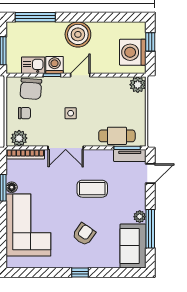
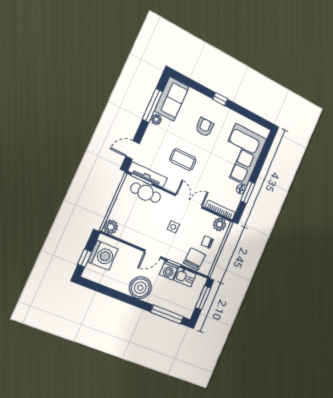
tv unit: (130, 155) -> (148, 175), width x1.41
armchair: (84, 234) -> (204, 127), turned 145

